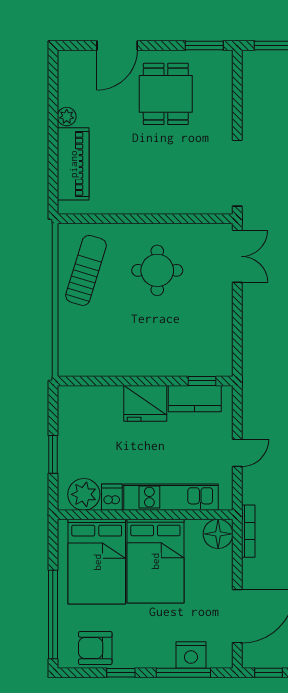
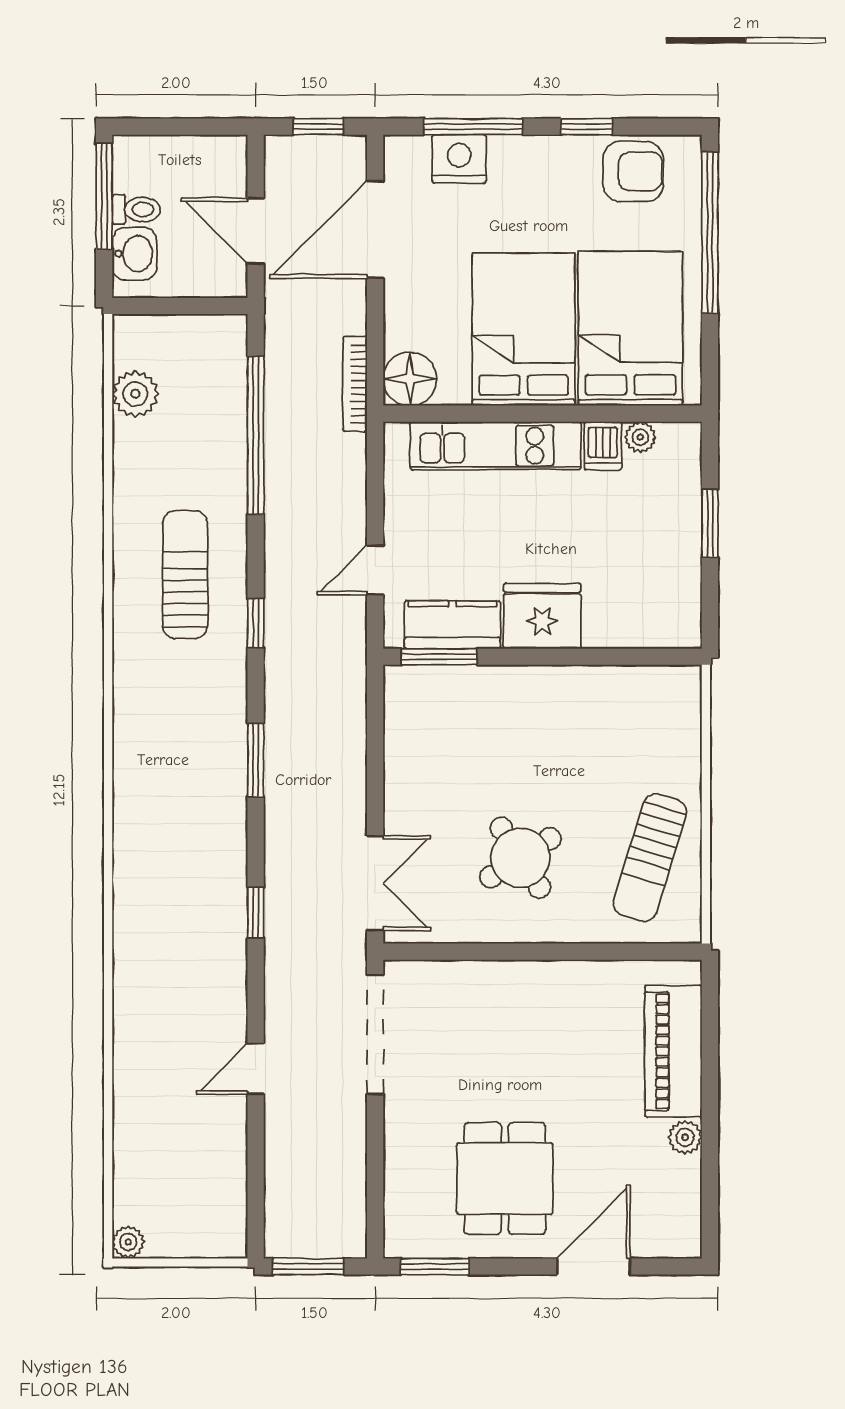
double door: (237, 256) -> (375, 883), swing flipped
round table: (157, 270) -> (520, 858), turned -33
window: (202, 381) -> (439, 657), width x1.50
door: (237, 453) -> (375, 570), moved
plant: (84, 494) -> (640, 437), width x0.53, depth x0.53

